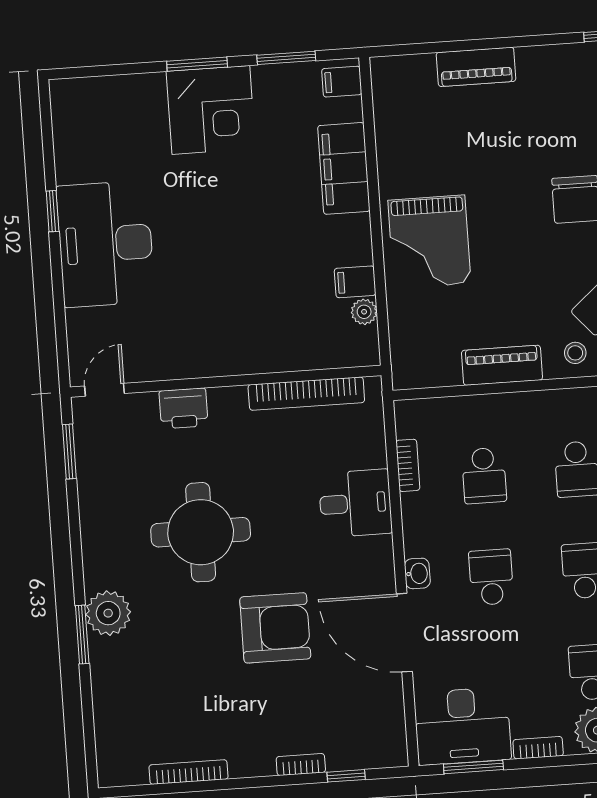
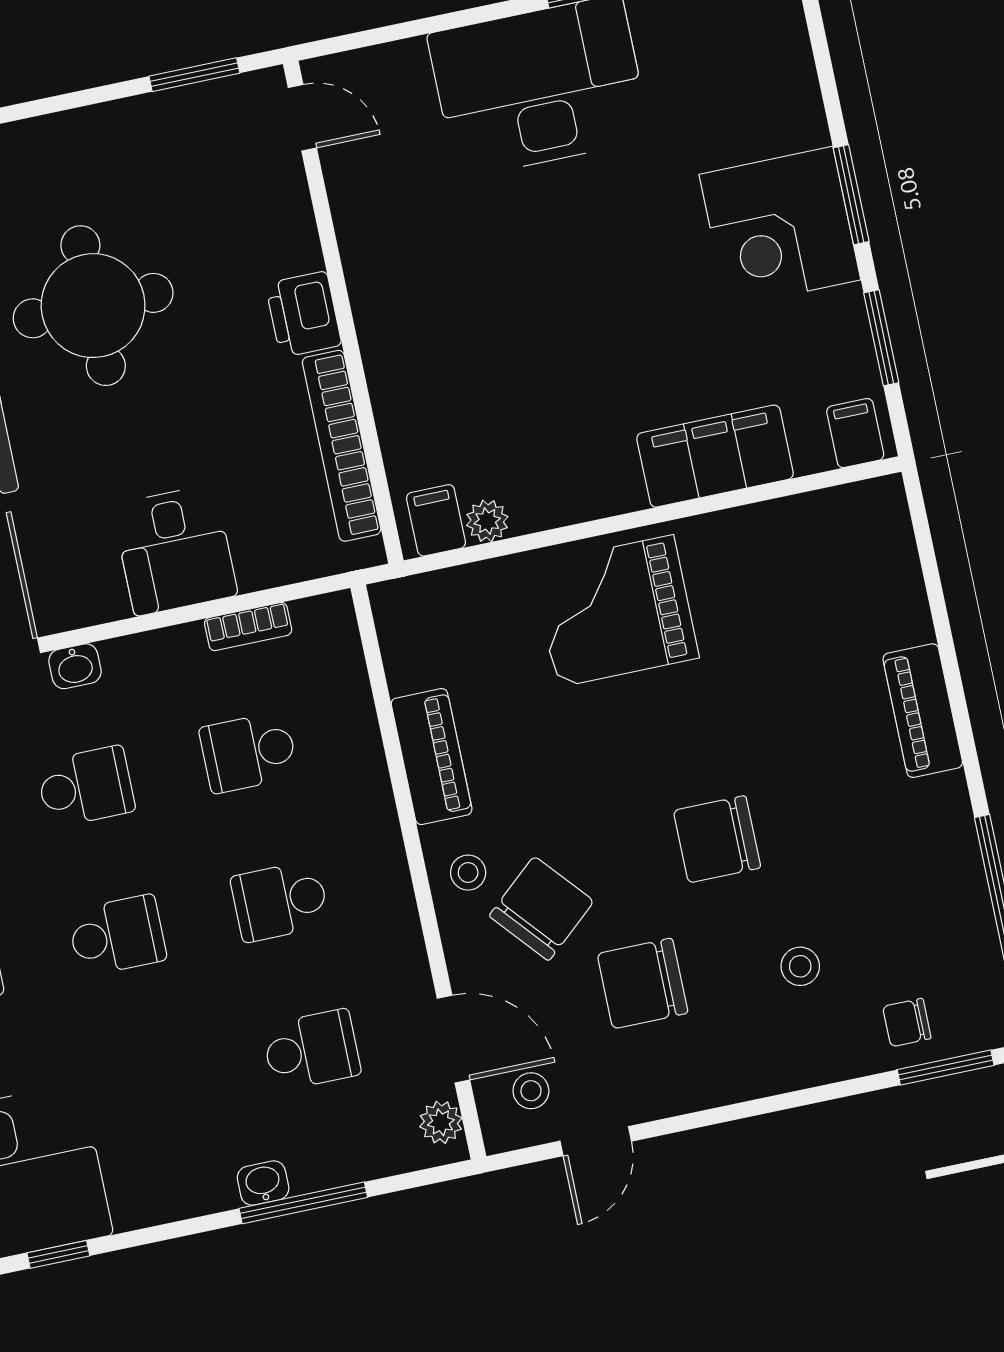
piano: (476, 67) -> (923, 711), moved
filing cabinet: (355, 282) -> (436, 520), moved
printer: (183, 408) -> (304, 314), moved

